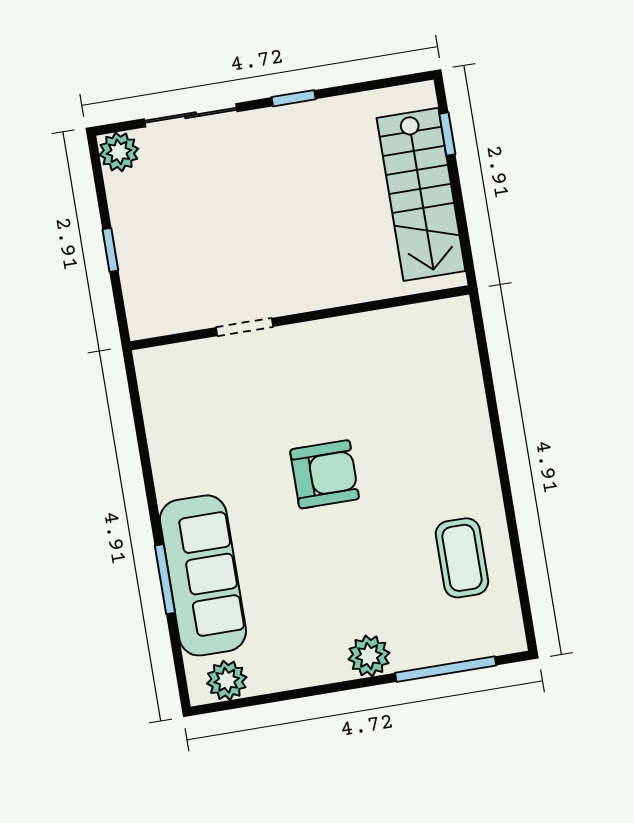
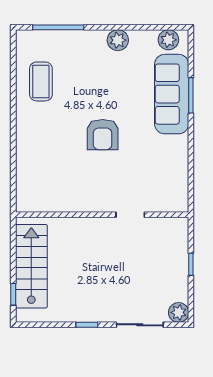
armchair: (325, 474) -> (103, 135), turned -90
plant: (369, 656) -> (118, 40), moved

